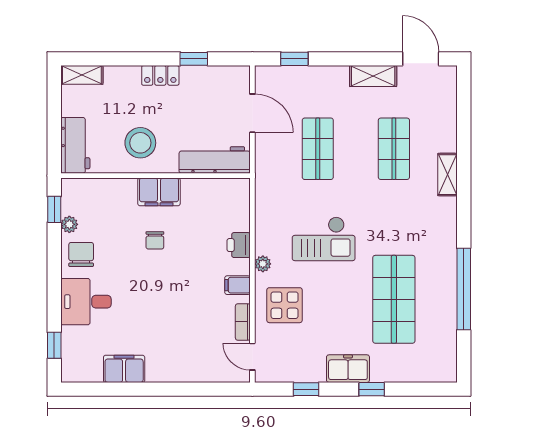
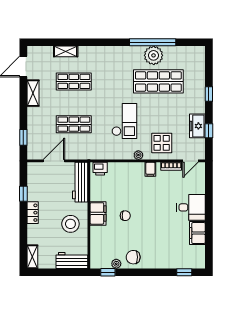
shelving: (447, 175) -> (66, 51), moved
printer: (239, 245) -> (100, 169), moved
plant: (440, 291) -> (154, 55), added
desk: (86, 302) -> (191, 207), moved, turned -90
freezer: (348, 369) -> (197, 126), moved

